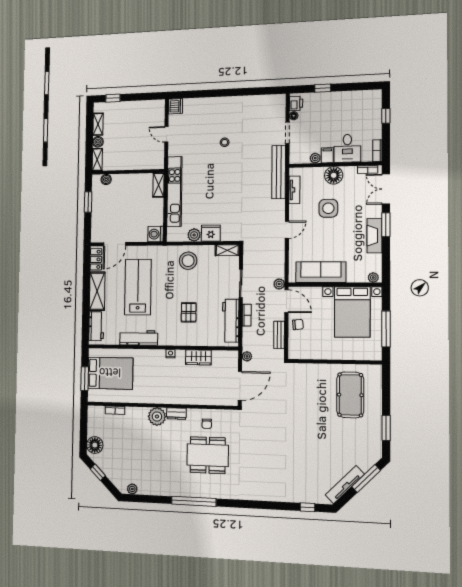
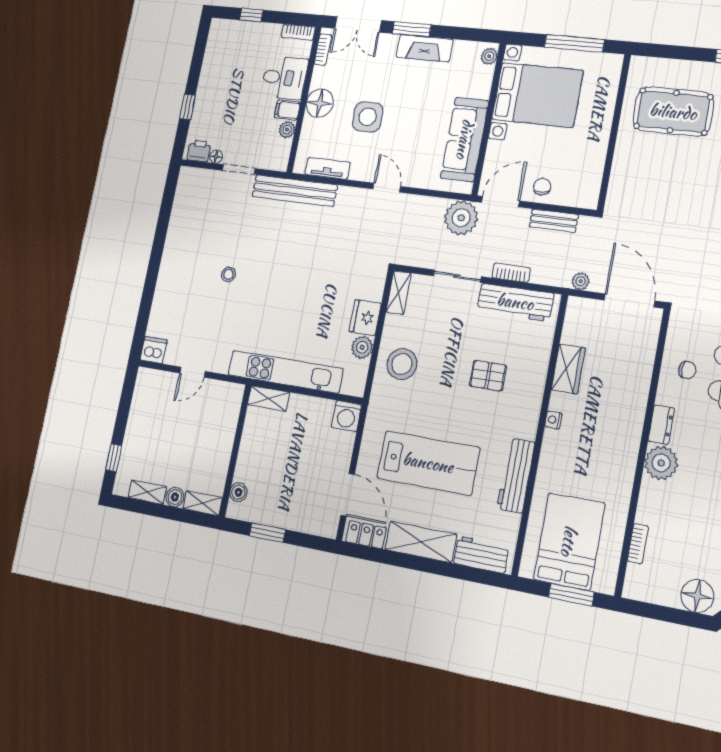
plant: (279, 284) -> (461, 218), width x1.88, depth x1.88
lab bench: (138, 287) -> (428, 463), turned 180

